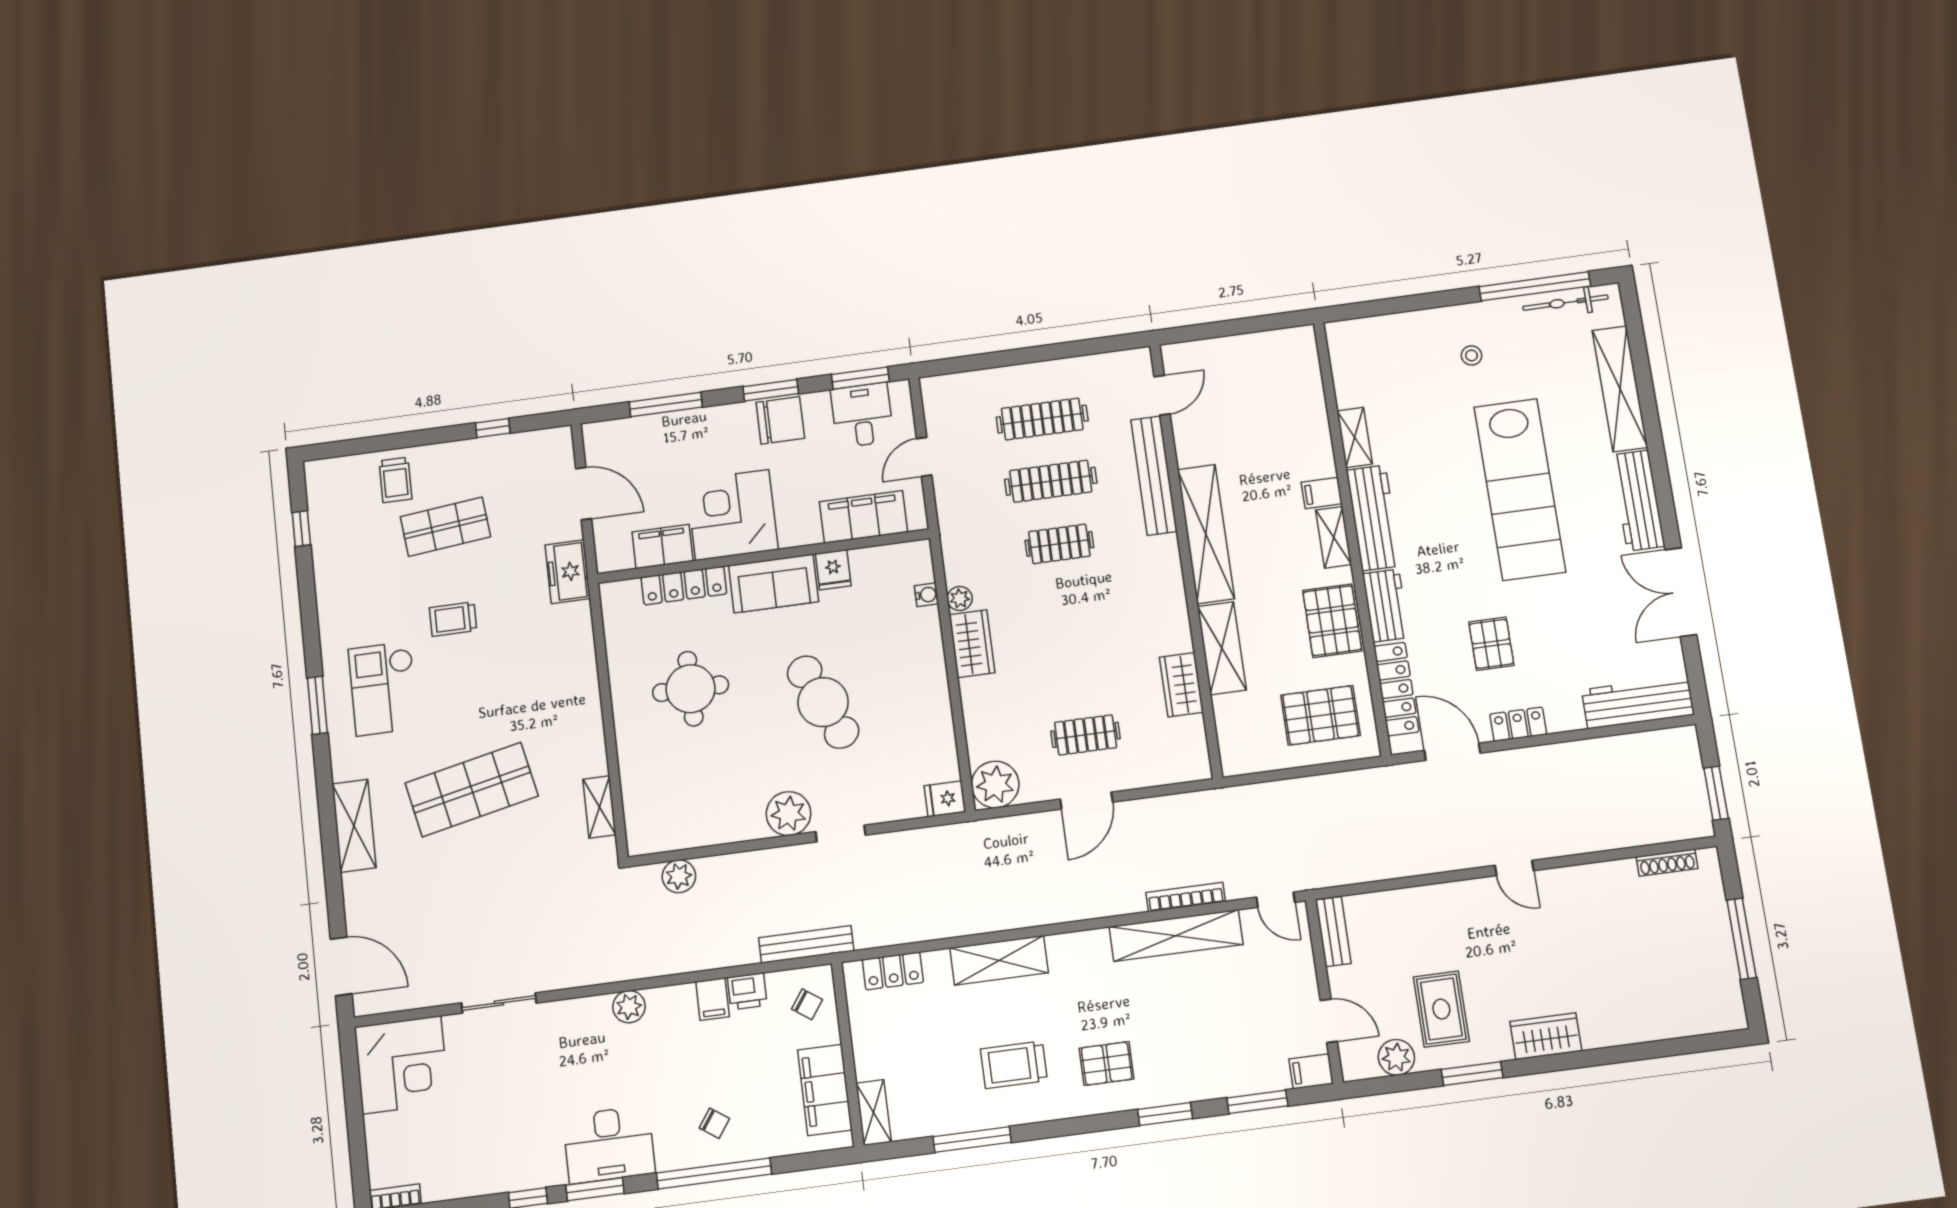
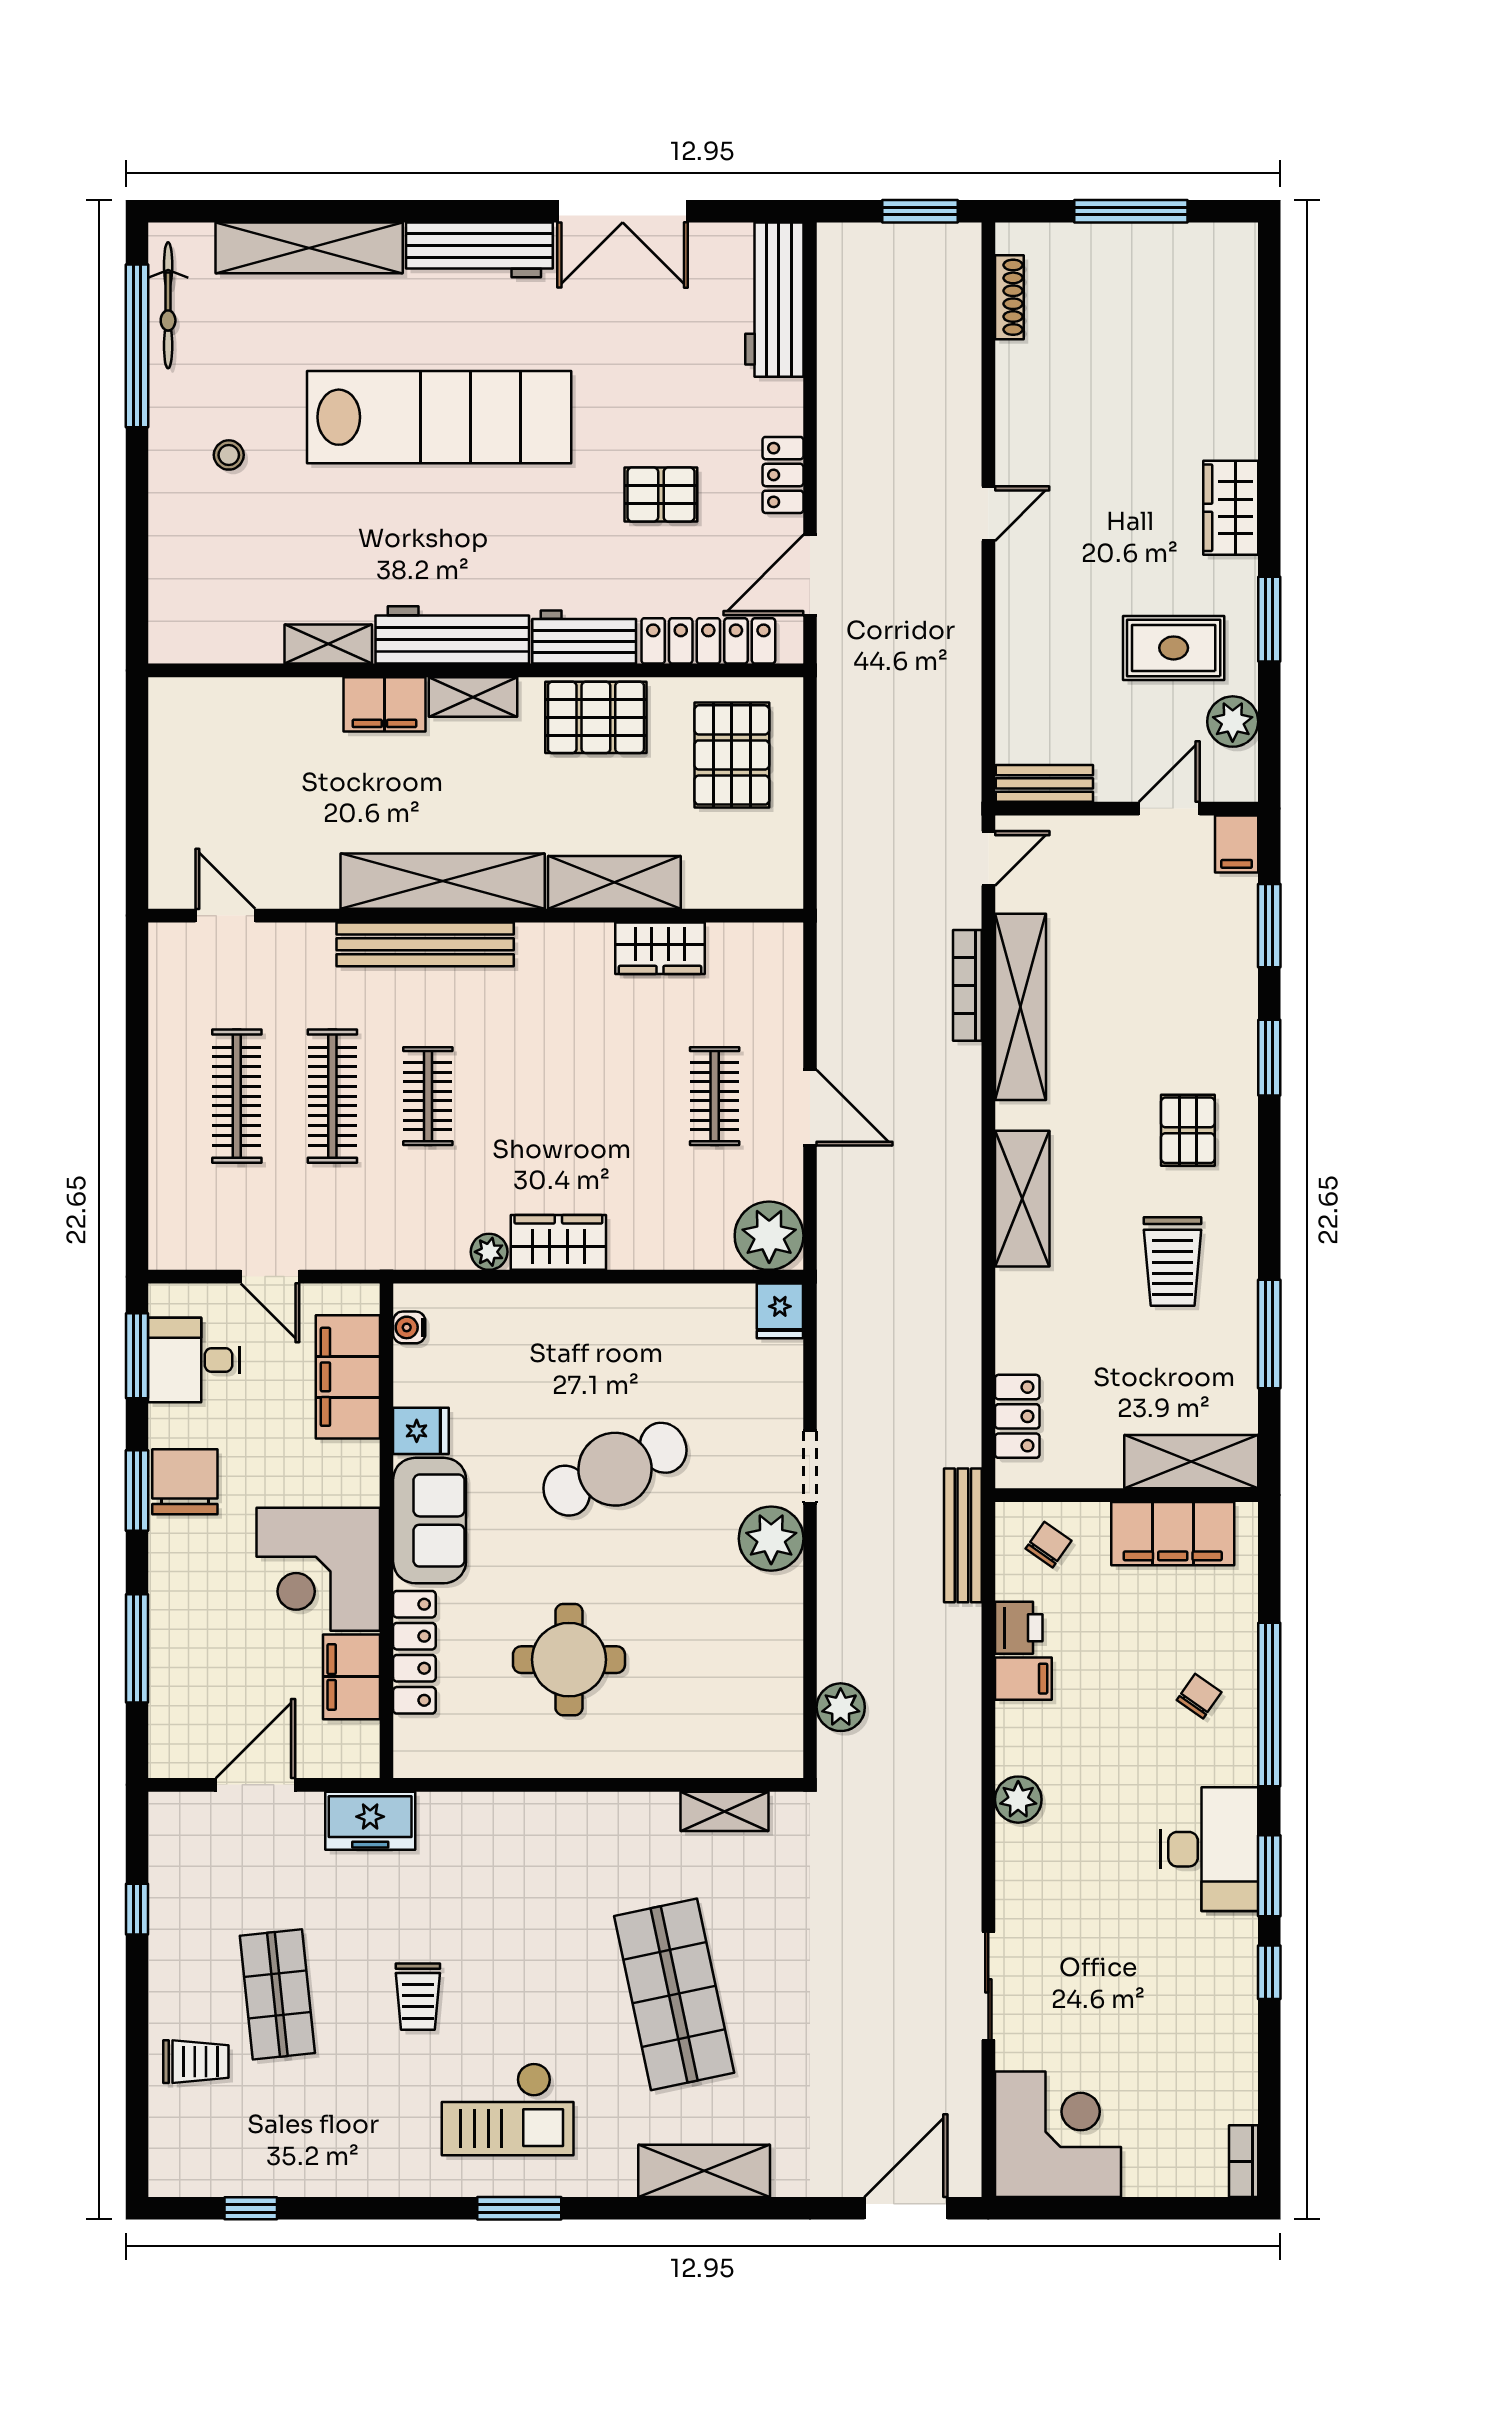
bench: (1154, 476) -> (425, 944), moved
filing cabinet: (1322, 493) -> (384, 704), width x2.00
water cooler: (926, 595) -> (409, 1327), moved, turned -90
shelving: (999, 960) -> (1022, 1199), moved
shelving: (874, 1113) -> (1191, 1462), width x1.50, depth x1.33

